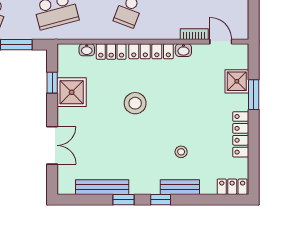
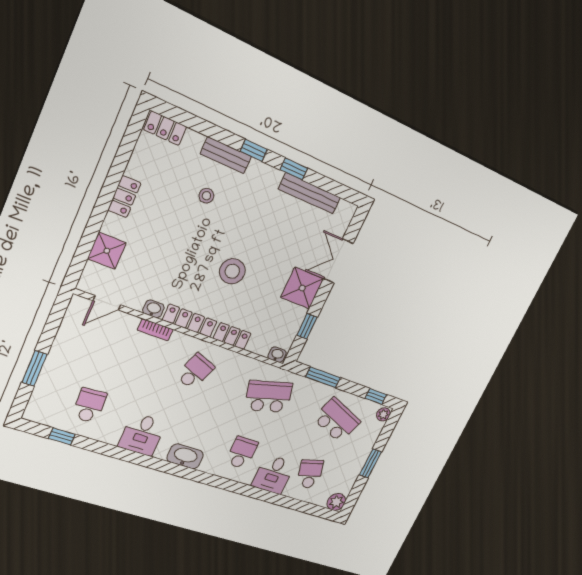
bookcase: (194, 34) -> (155, 330), moved
door: (221, 42) -> (107, 303), hinge flipped
washbasin: (87, 50) -> (277, 355), moved
shower: (72, 92) -> (302, 288), moved
window: (254, 95) -> (93, 227), removed
locker: (241, 134) -> (124, 197), width x0.66

